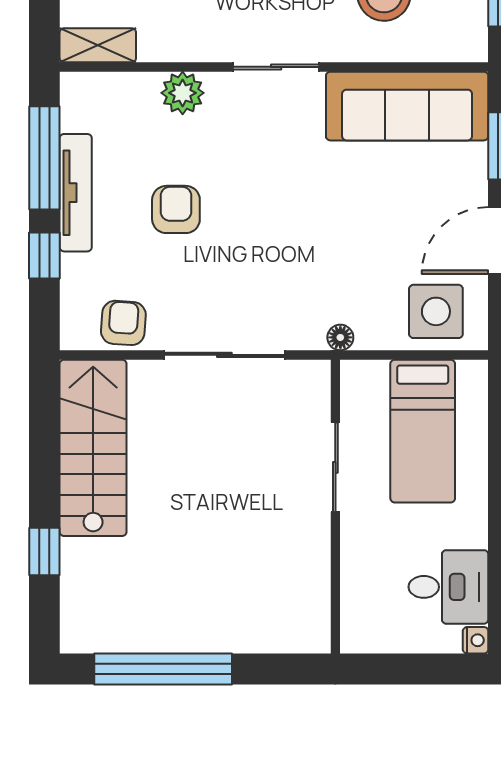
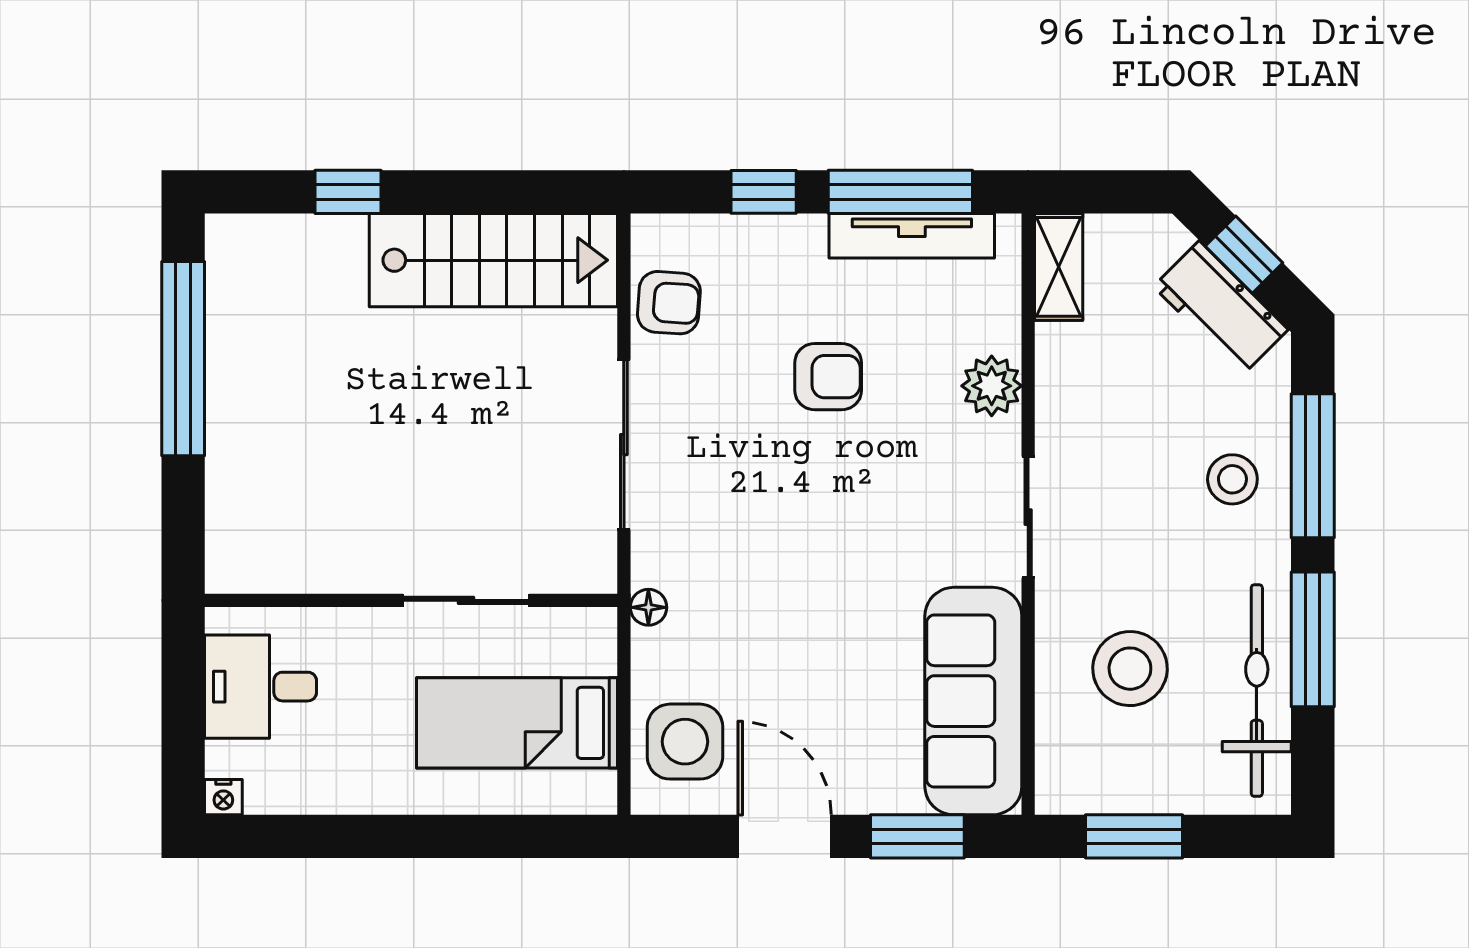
tv unit: (76, 193) -> (912, 236), moved
desk: (448, 587) -> (261, 687), moved, turned 90

